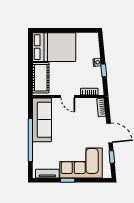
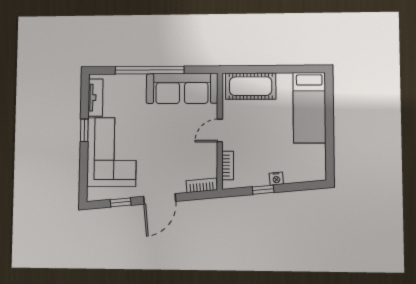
bed: (54, 47) -> (309, 108), width x0.67

